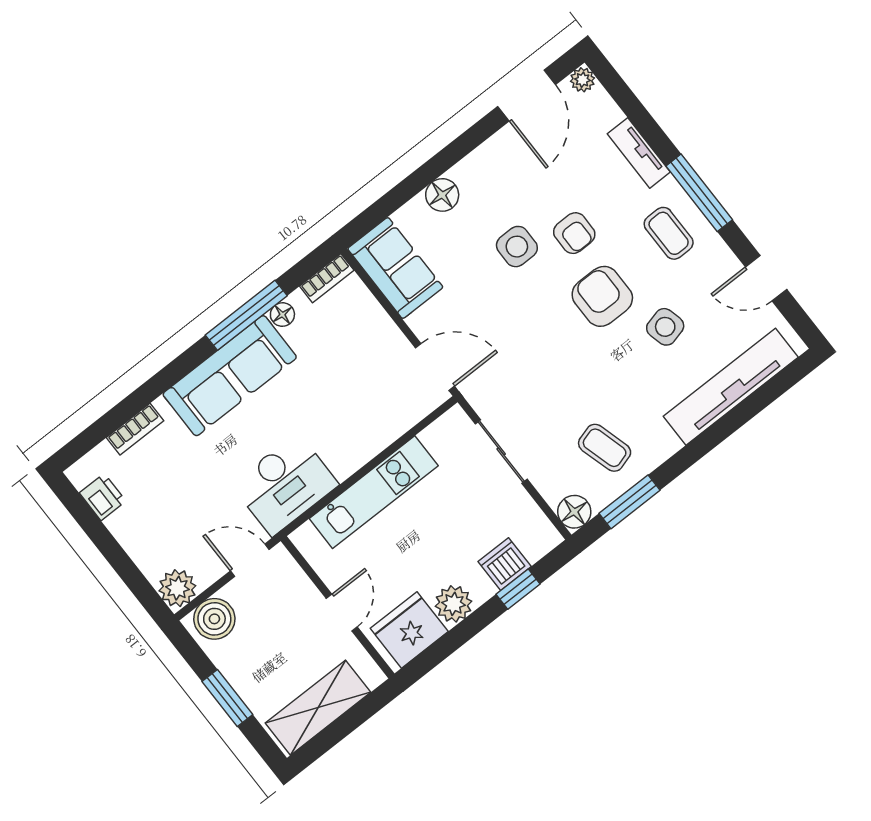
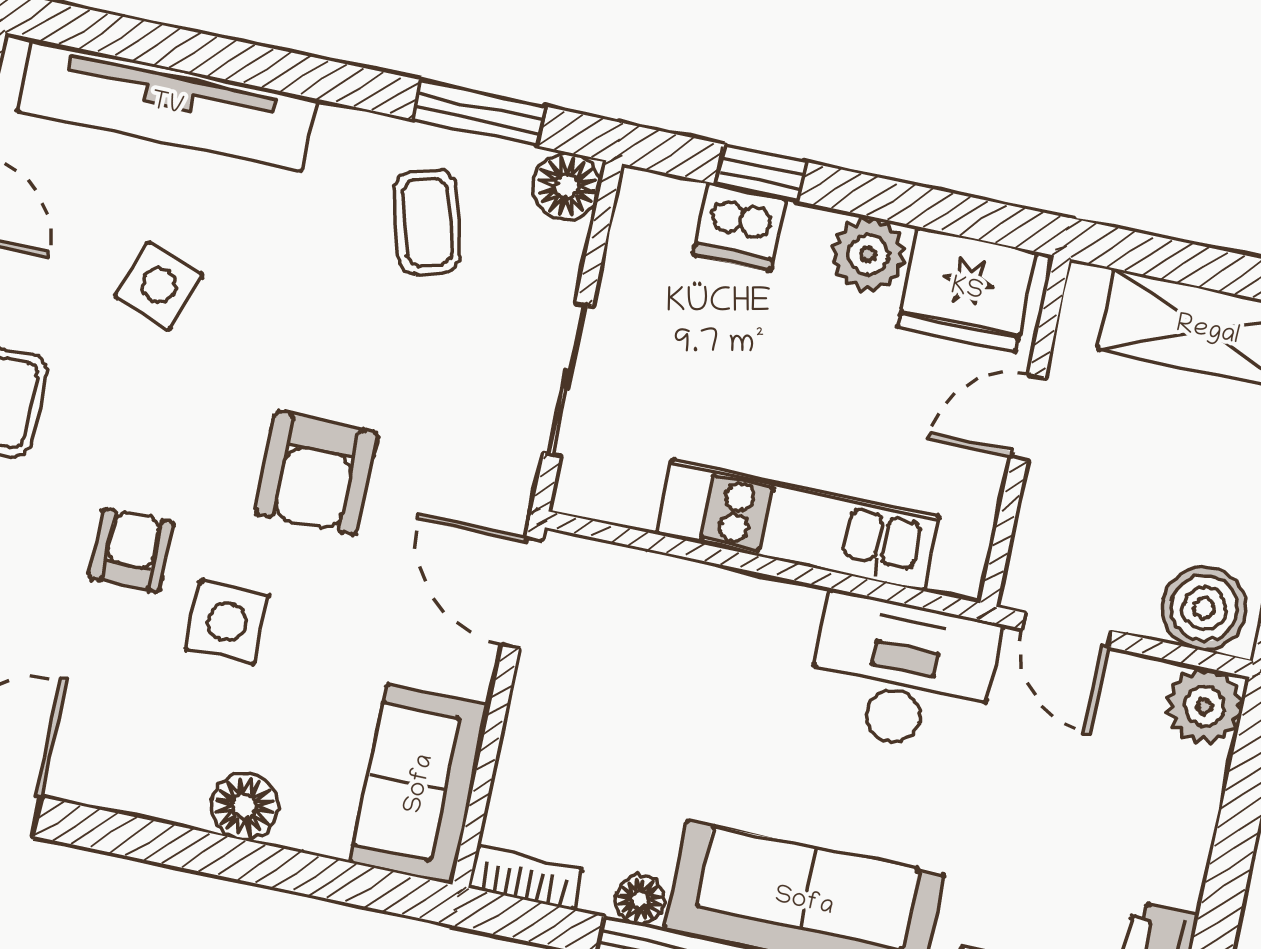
armchair: (602, 296) -> (316, 473), moved
side table: (665, 327) -> (159, 286), turned 33

